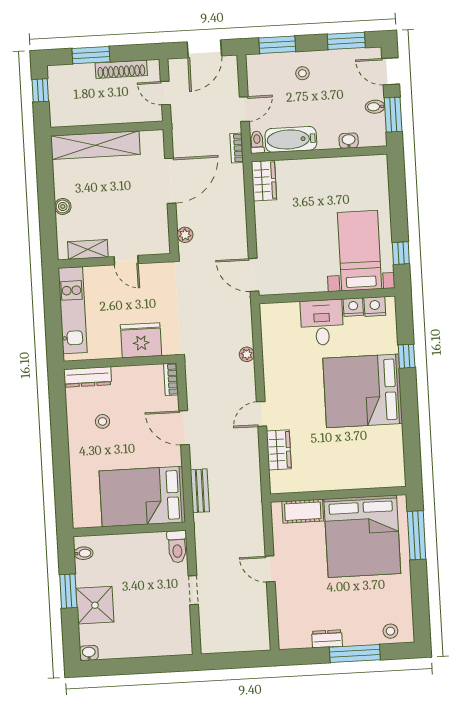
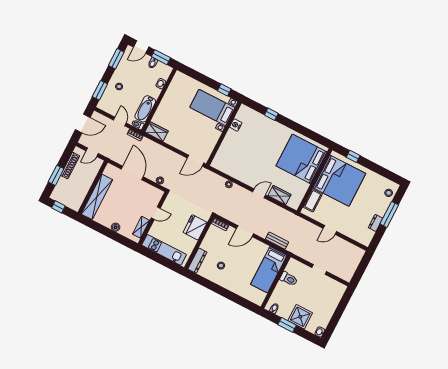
door: (204, 49) -> (83, 124), hinge flipped
nightstand: (375, 307) -> (241, 115), removed
desk: (322, 322) -> (234, 143), removed
bed: (363, 391) -> (301, 159), moved, turned 90
door: (261, 414) -> (259, 193), swing flipped
bed: (142, 497) -> (269, 270), width x0.67
window: (417, 535) -> (353, 156), width x0.46
toilet: (177, 547) -> (289, 279), moved

